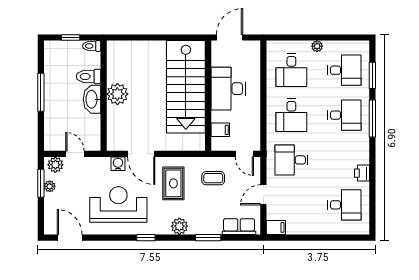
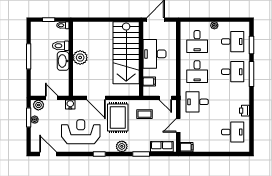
water cooler: (118, 164) -> (70, 104), moved
rug: (173, 183) -> (118, 118), width x1.36, depth x1.43

